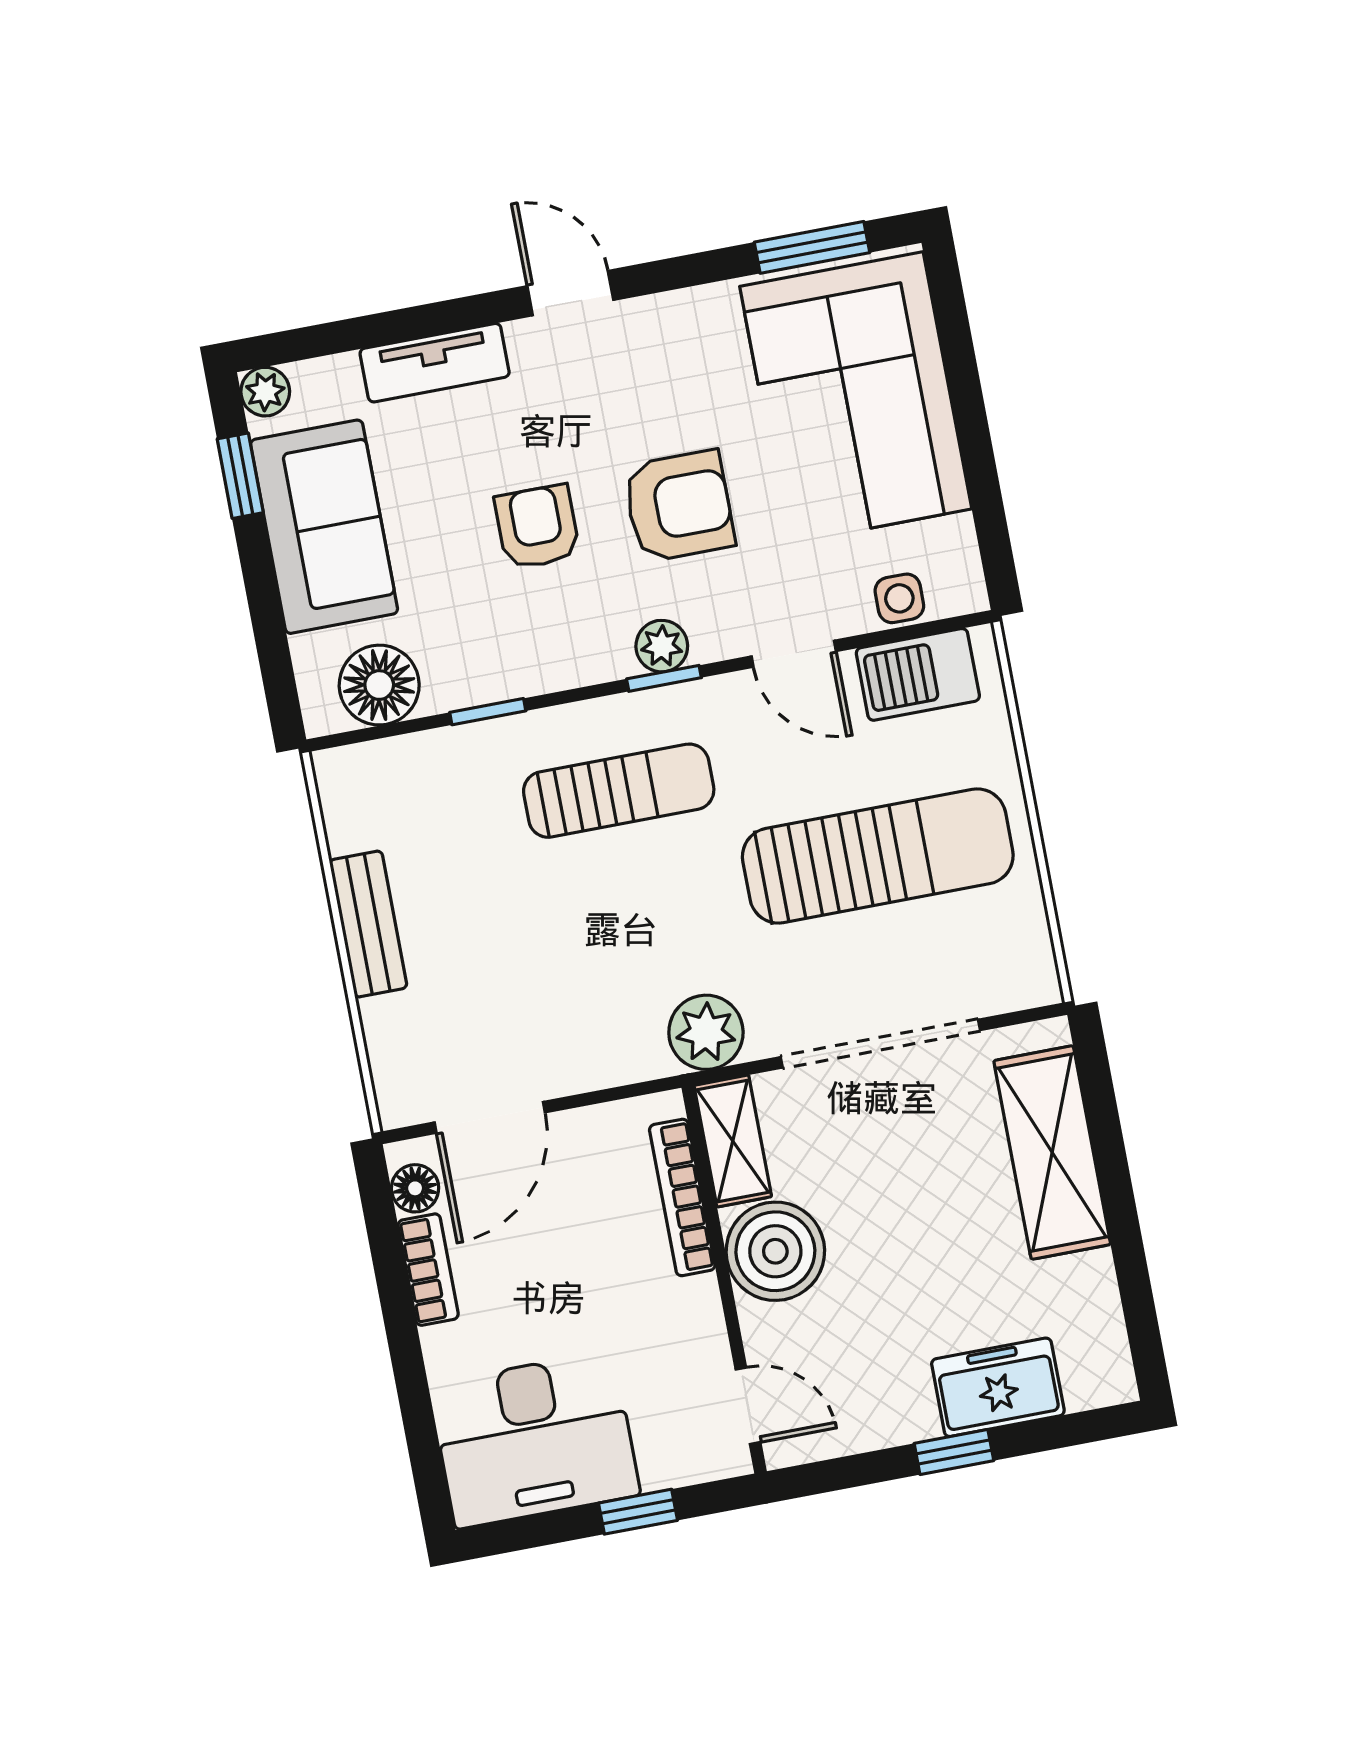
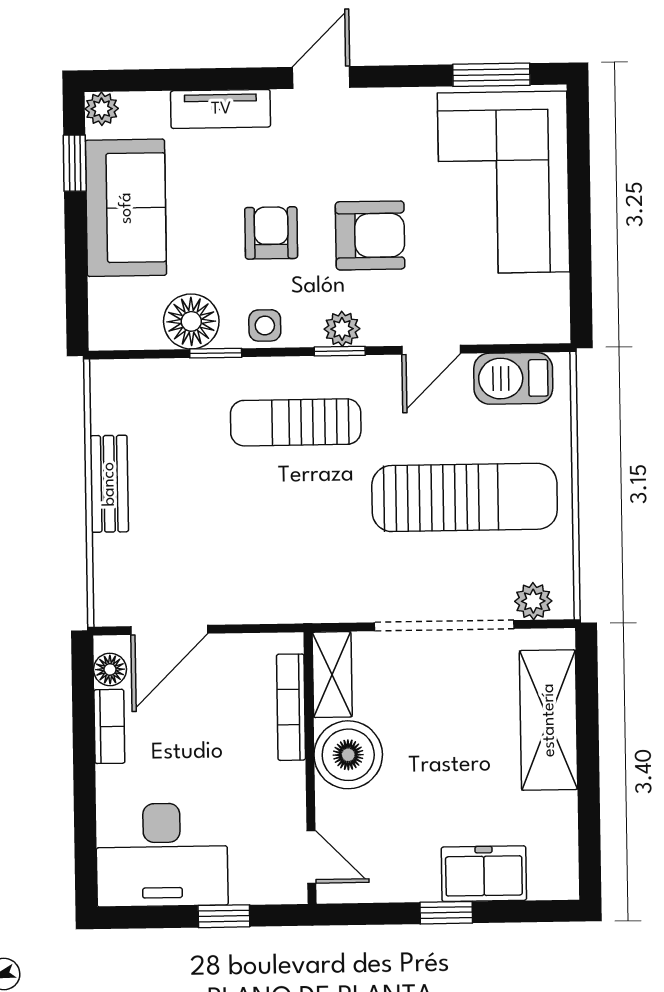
door: (570, 293) -> (321, 77), hinge flipped
side table: (899, 598) -> (265, 325), moved
door: (794, 654) -> (431, 350), hinge flipped
floor lamp: (379, 685) -> (191, 321), moved
sun lounger: (619, 791) -> (296, 422), turned 180
plant: (706, 1032) -> (533, 601), moved, width x0.73, depth x0.73

